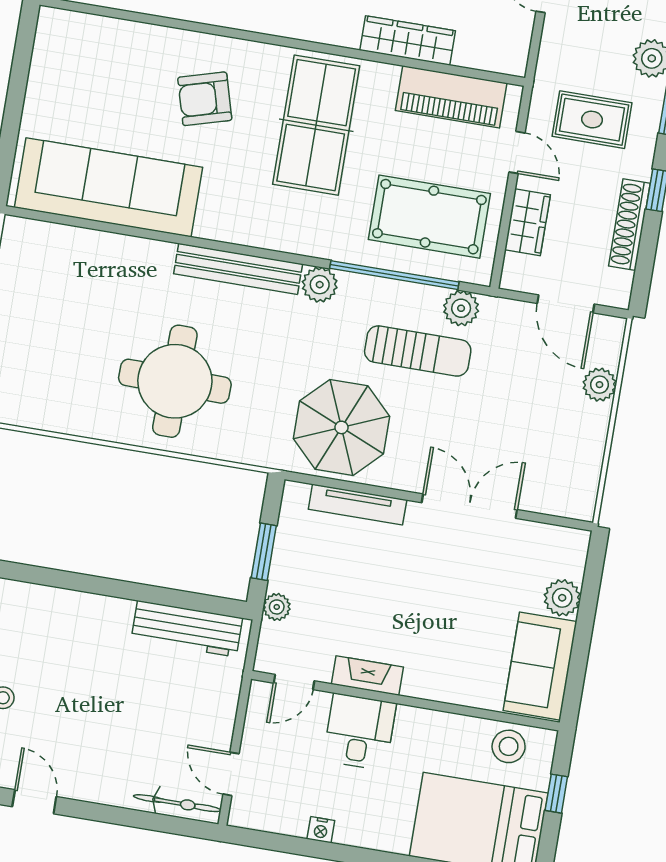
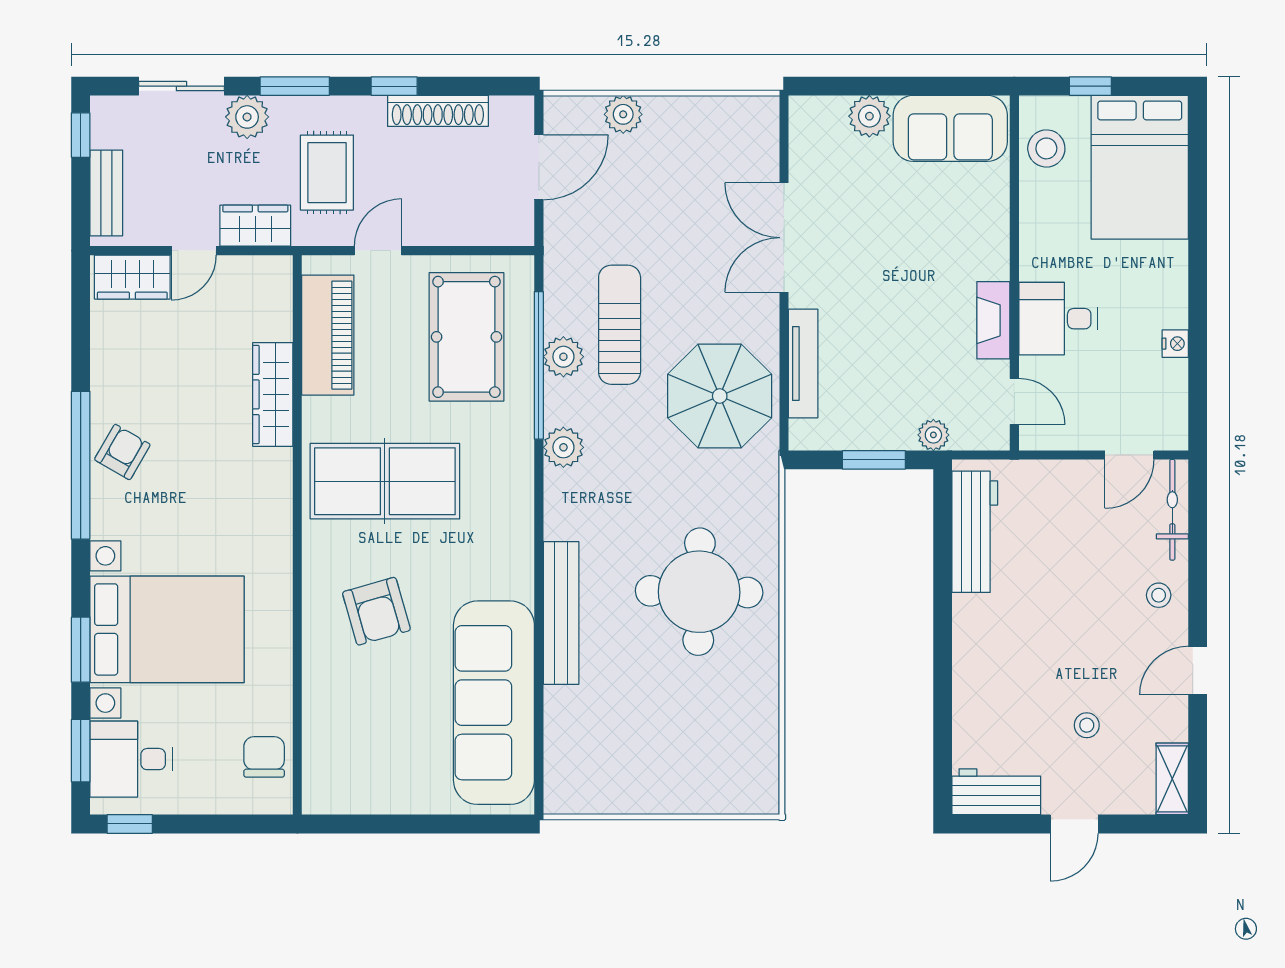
wardrobe: (528, 222) -> (255, 226), moved
bench: (238, 269) -> (561, 613), moved
plant: (461, 308) -> (563, 357), moved
stool: (105, 779) -> (1159, 595), added

